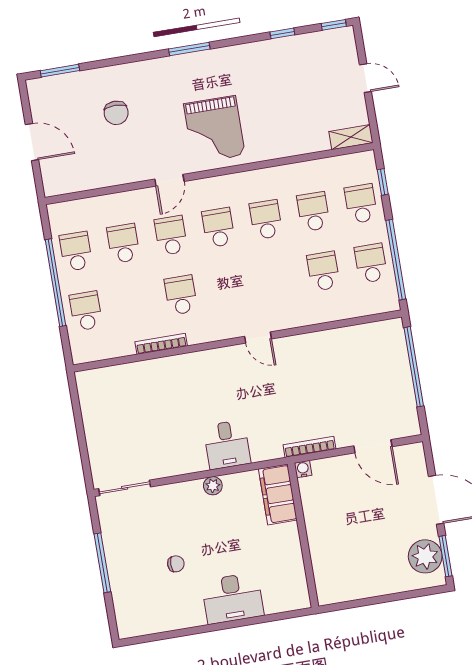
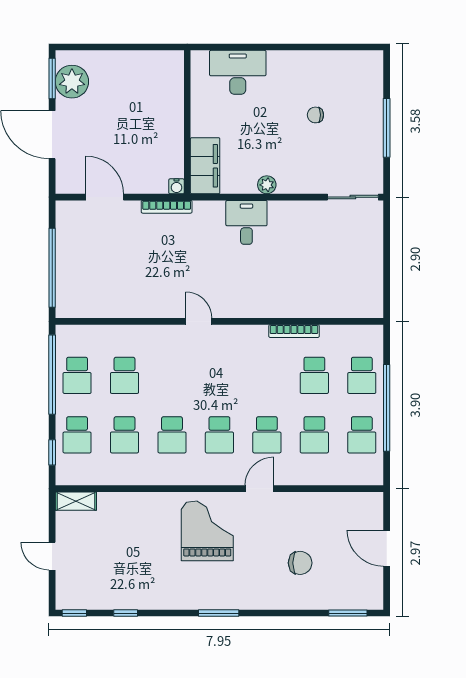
chair: (116, 113) -> (300, 563), turned 90
school desk: (181, 295) -> (314, 375), moved
desk: (233, 598) -> (238, 72), moved

